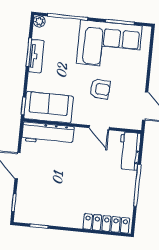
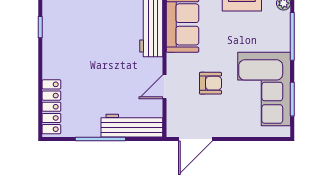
armchair: (100, 89) -> (210, 83), turned -94
workbench: (129, 151) -> (132, 126), width x1.37

